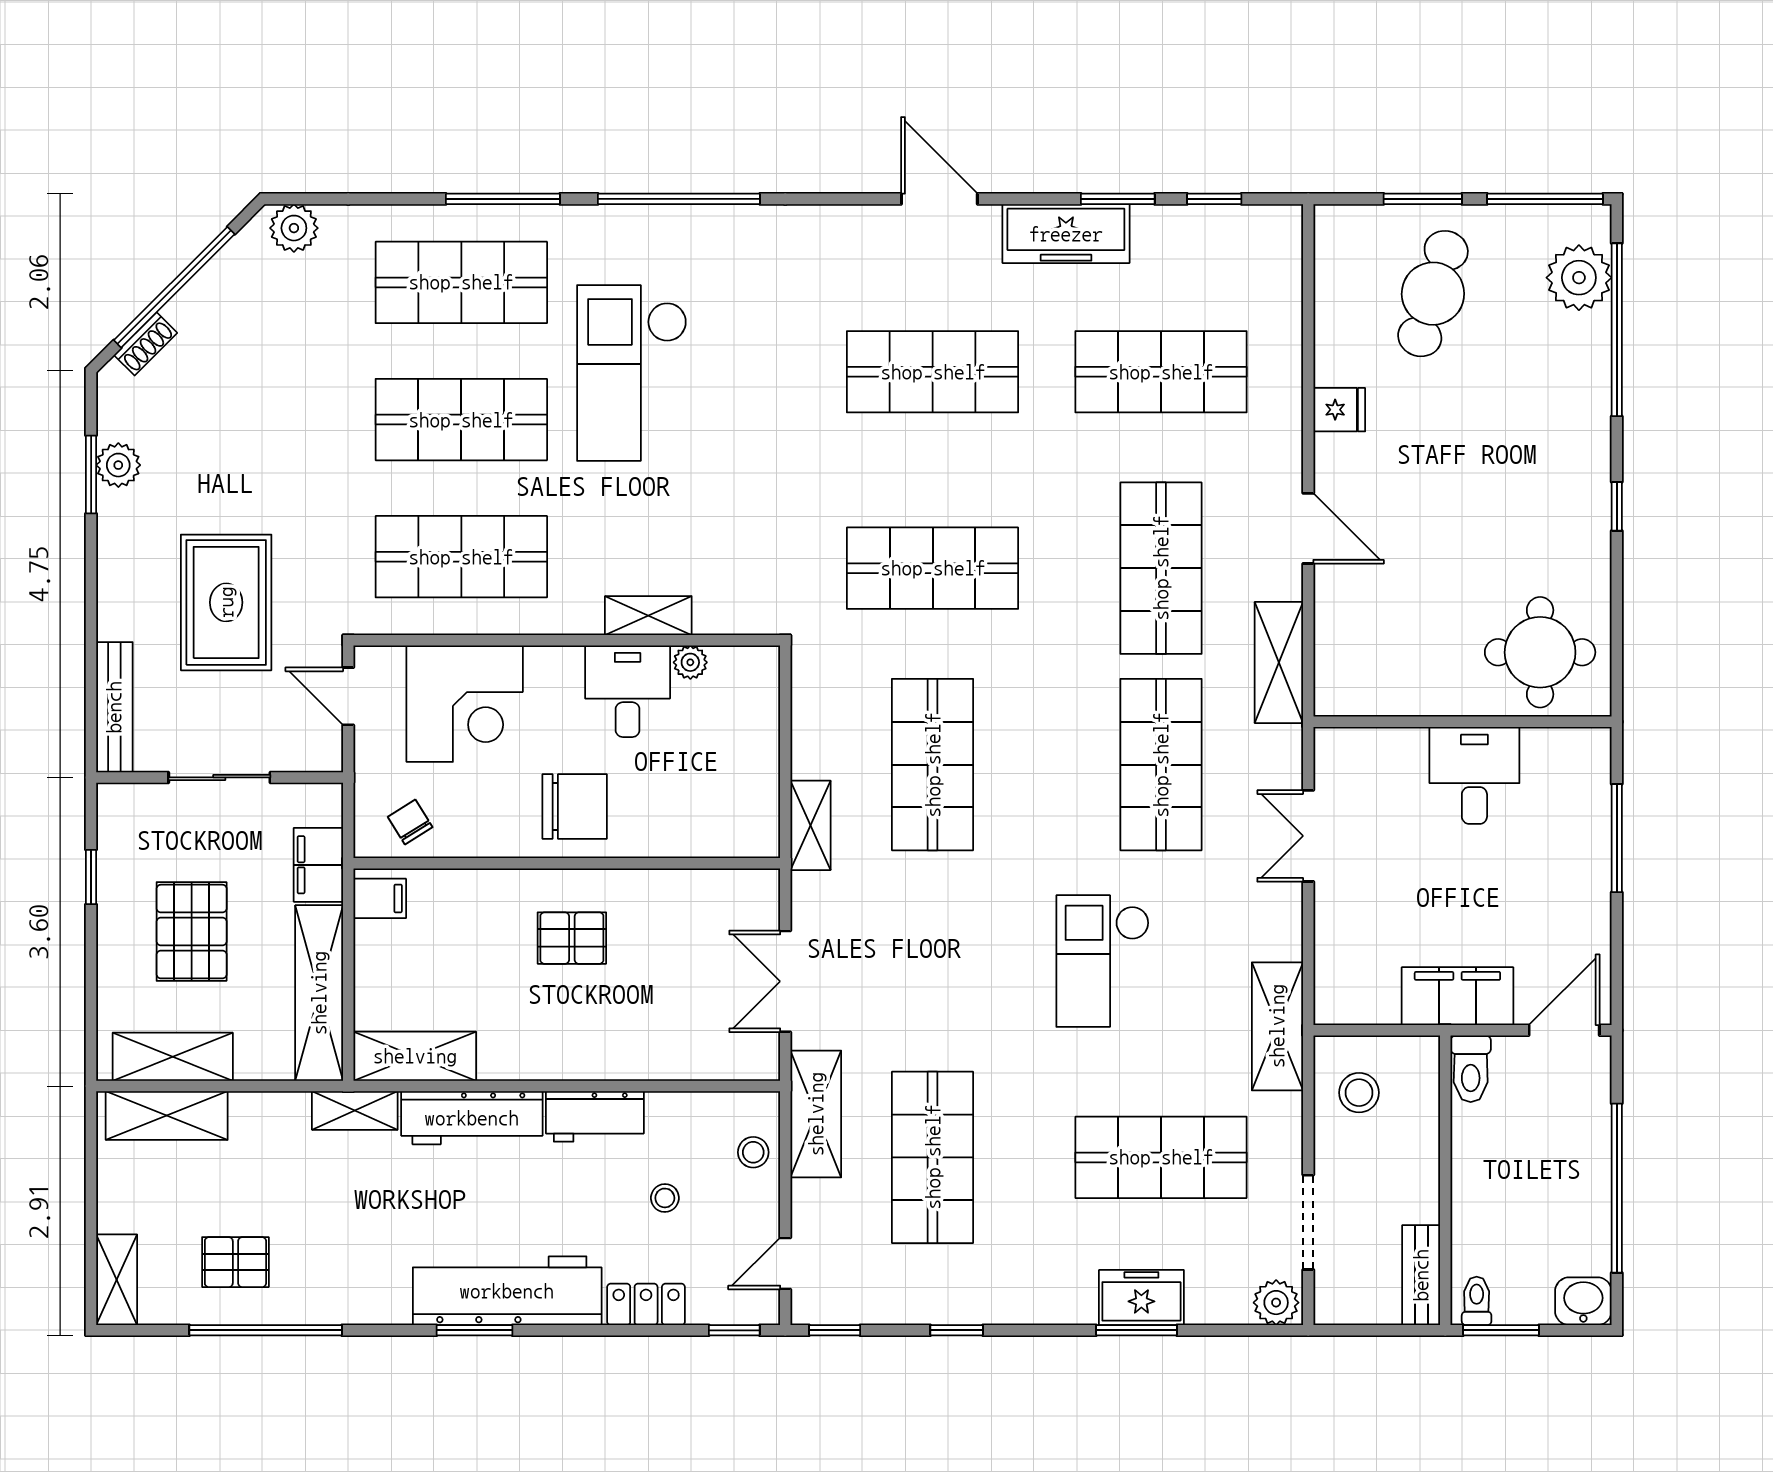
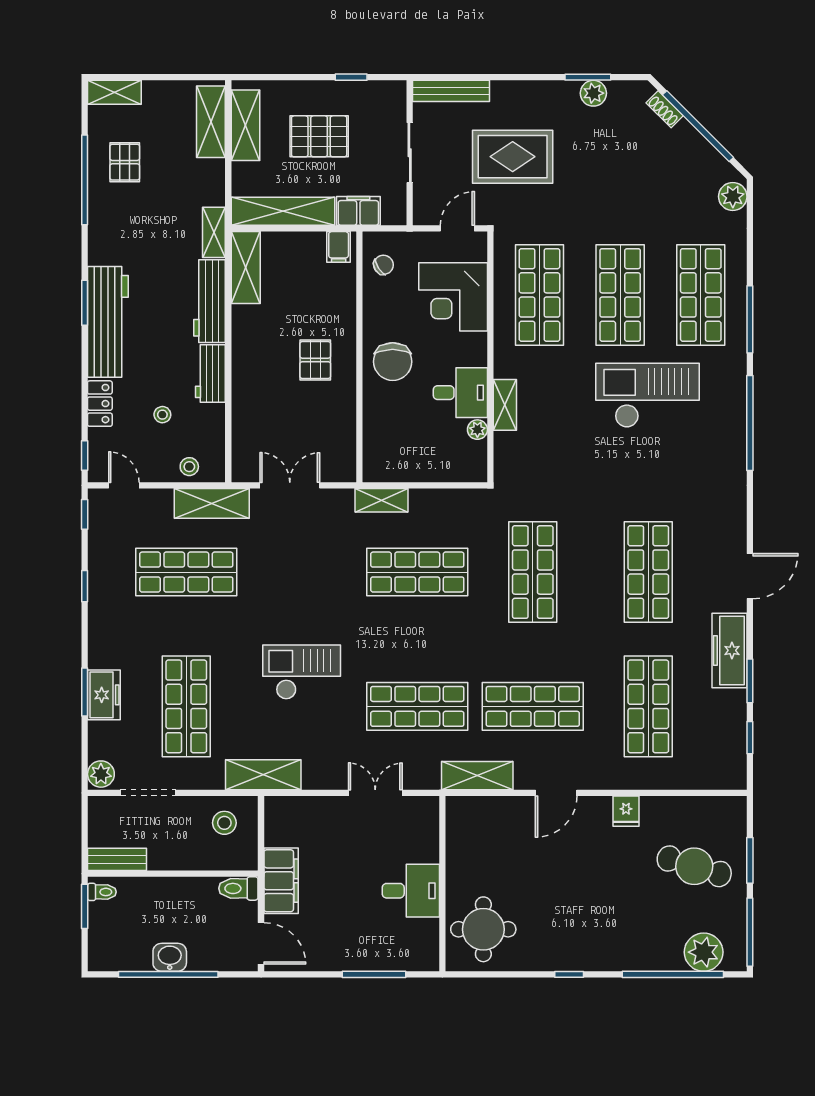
washbasin: (1583, 1301) -> (170, 957), moved, turned -90

